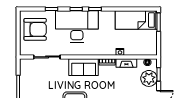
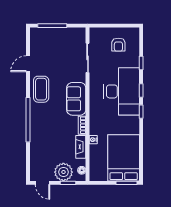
bed: (136, 20) -> (124, 158), width x1.50
armchair: (35, 29) -> (118, 45), width x0.53, depth x0.53

